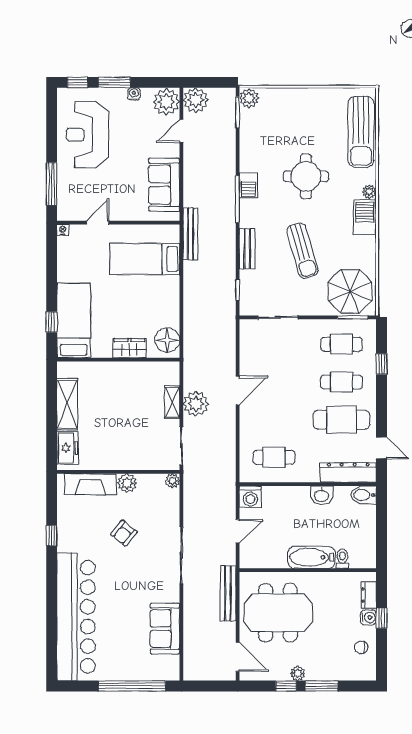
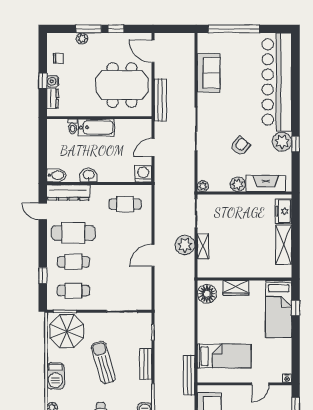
barbecue: (365, 217) -> (55, 376), moved
plant: (69, 539) -> (282, 142), added
plant: (298, 673) -> (82, 39), moved

